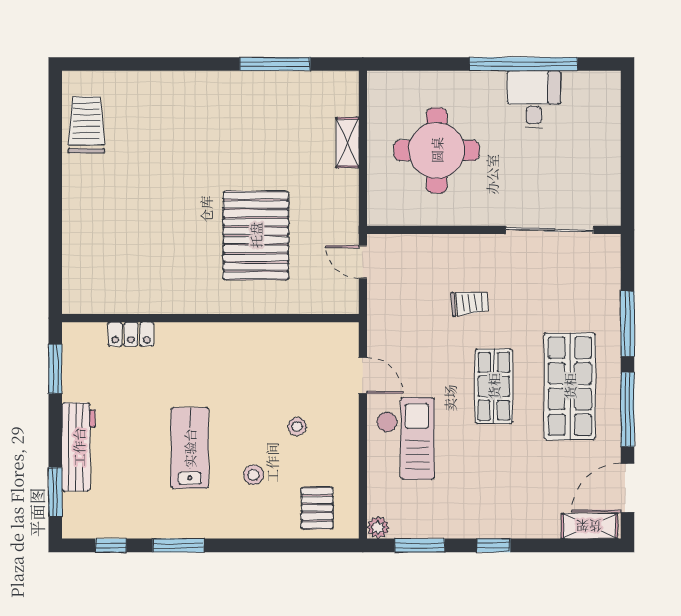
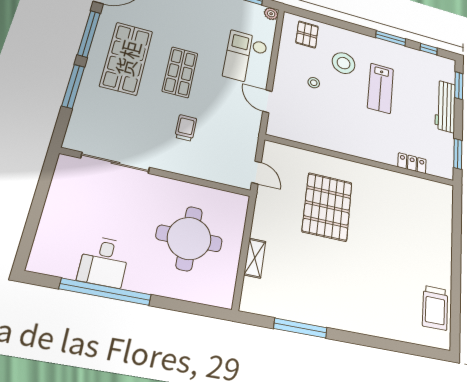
trolley: (470, 303) -> (186, 128), turned 95
stool: (253, 475) -> (344, 63), width x1.89, depth x1.89

